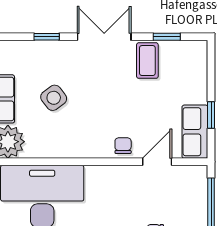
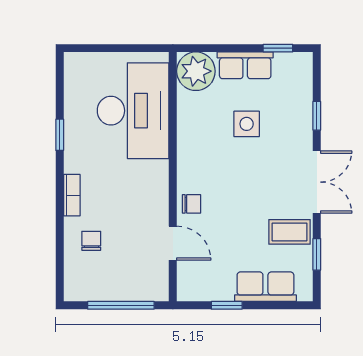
side table: (54, 98) -> (247, 124), turned 37
row of seats: (195, 132) -> (265, 287), moved

